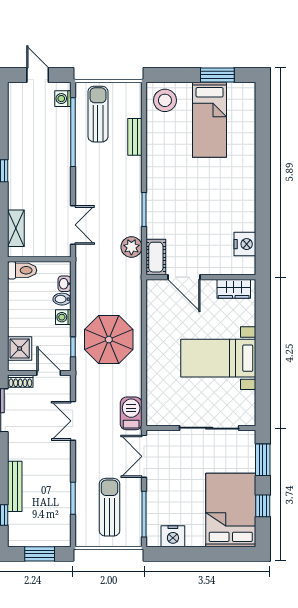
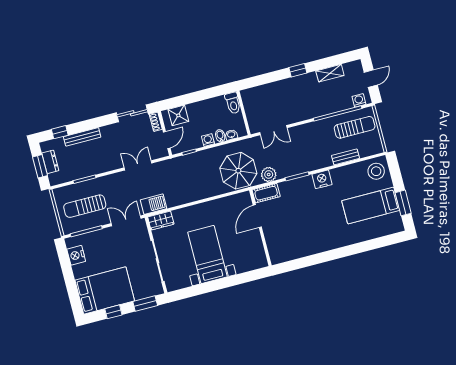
shelving: (16, 228) -> (330, 73), moved
nightstand: (245, 244) -> (322, 179), moved, turned 180
wardrobe: (234, 289) -> (161, 221), moved, turned -90
parasol: (109, 340) -> (238, 171), moved
sun lounger: (110, 507) -> (85, 206), turned 180
dresser: (37, 538) -> (50, 162), added

